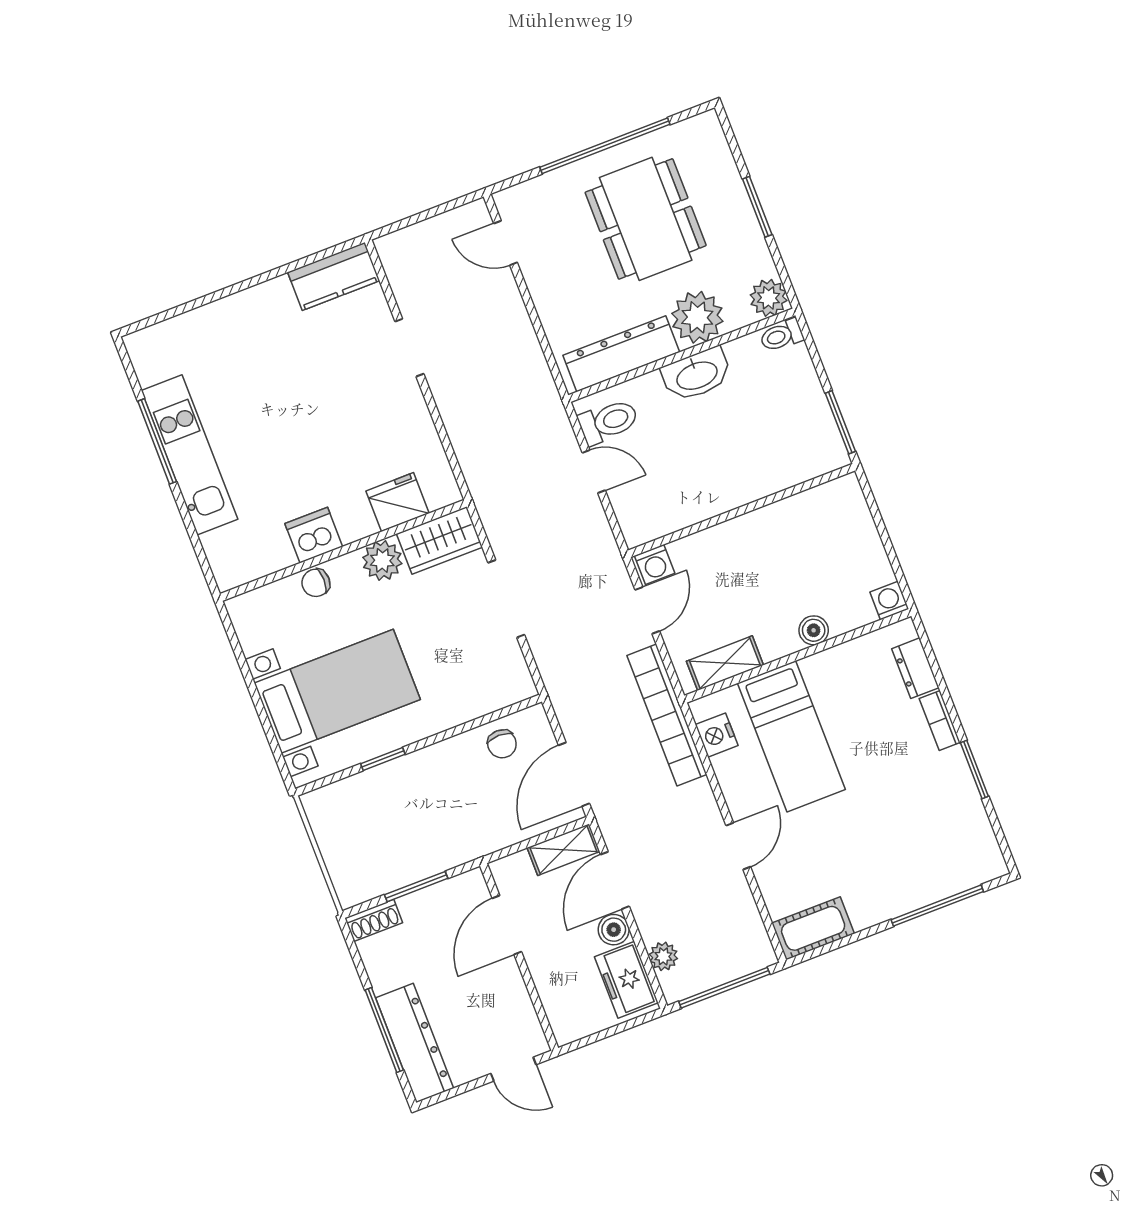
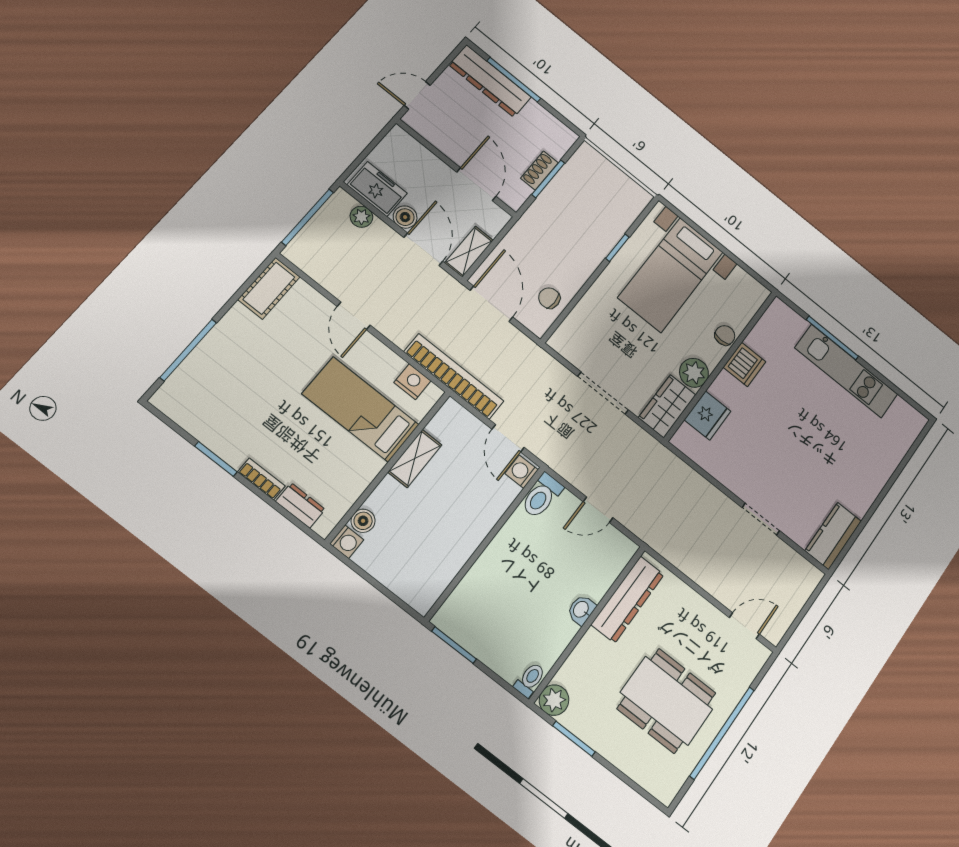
window: (757, 207) -> (574, 739), moved
plant: (697, 317) -> (593, 656), removed
washbasin: (697, 375) -> (581, 610), width x0.52, depth x0.69
toilet: (608, 422) -> (542, 496), moved
window: (157, 441) -> (832, 338), moved
boiler: (814, 630) -> (363, 521), moved
shelving: (725, 663) -> (415, 458), moved
shoe rack: (374, 920) -> (539, 171), moved

